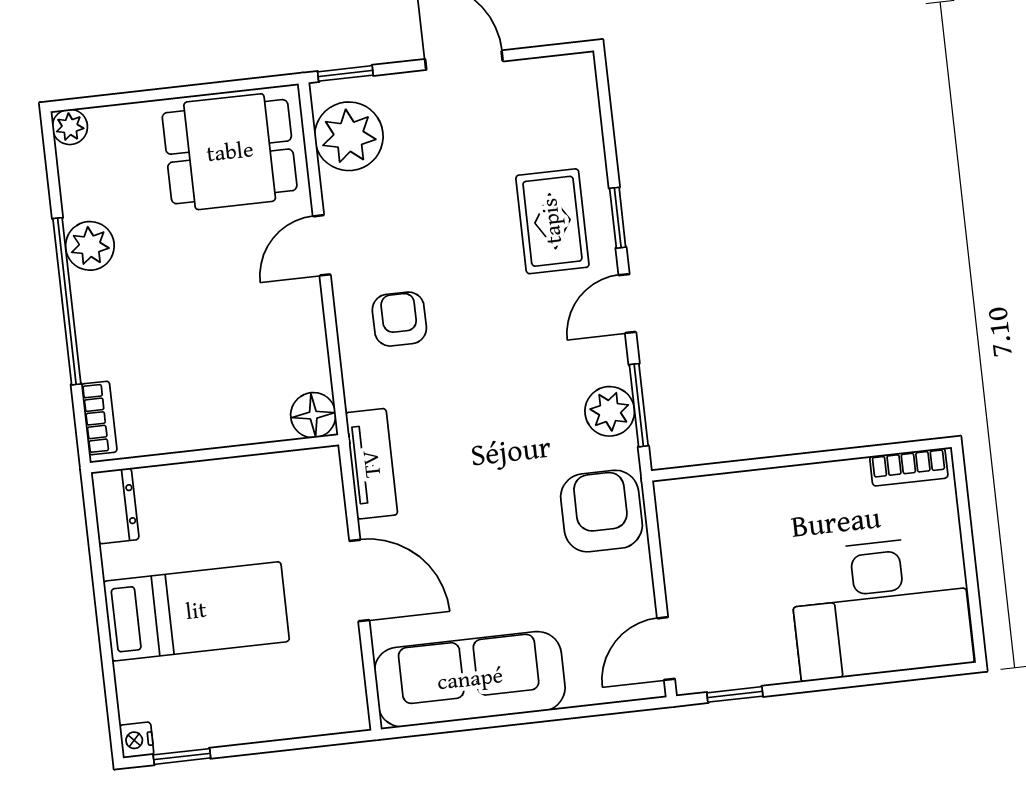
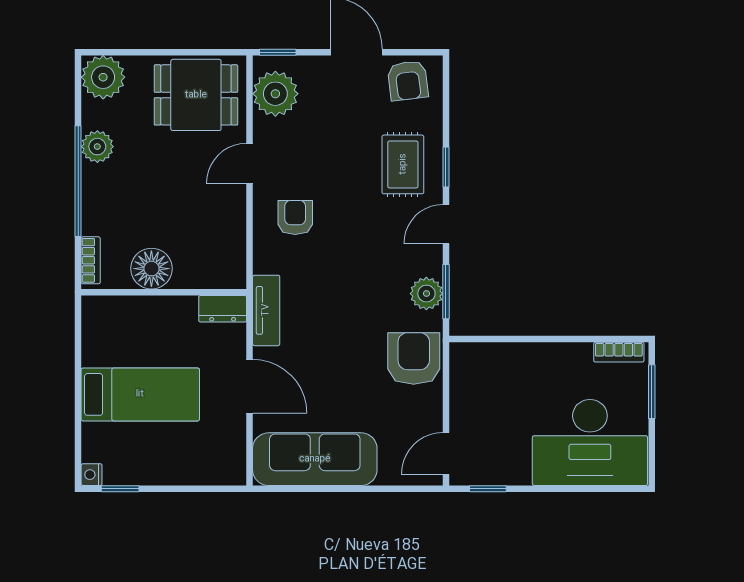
armchair: (546, 94) -> (408, 81), added
plant: (70, 127) -> (103, 77), width x1.88, depth x1.88
floor lamp: (313, 415) -> (151, 269), moved, width x1.38, depth x1.38
dresser: (115, 506) -> (223, 309), moved, turned 90
window: (965, 521) -> (652, 392), added

